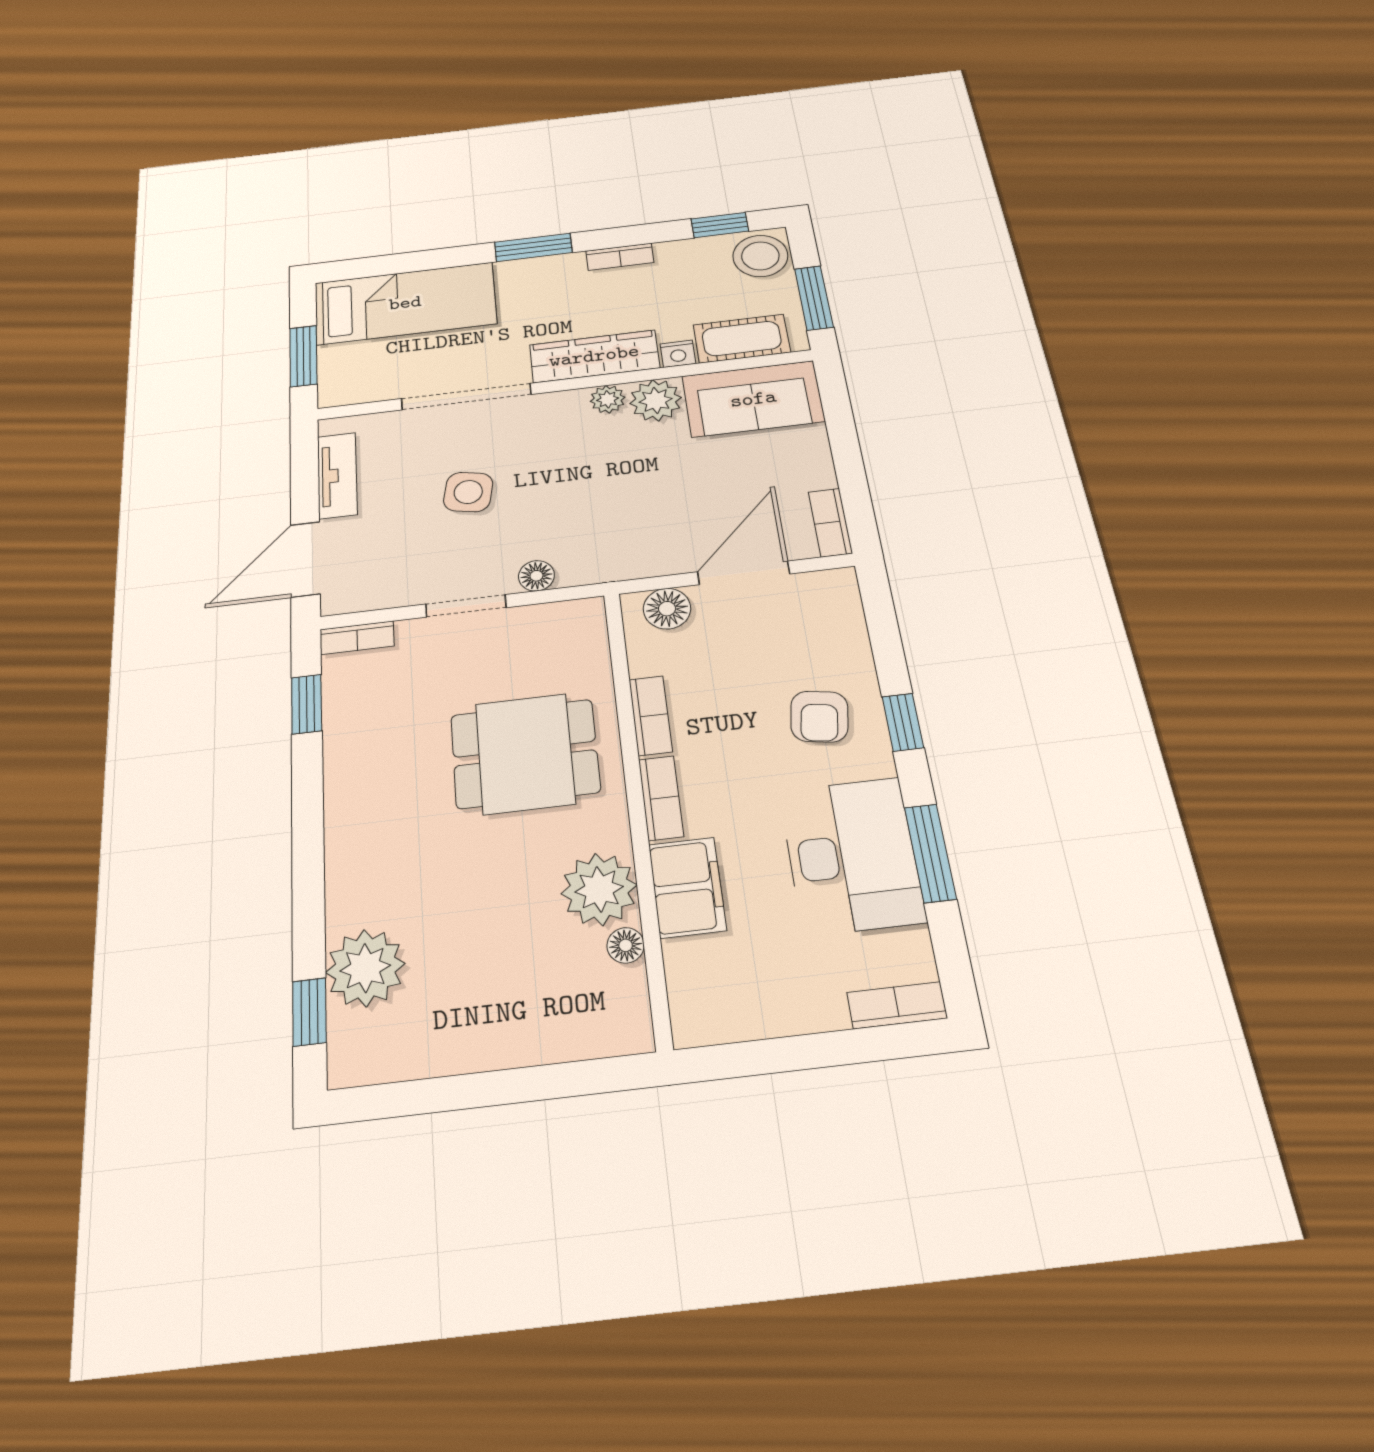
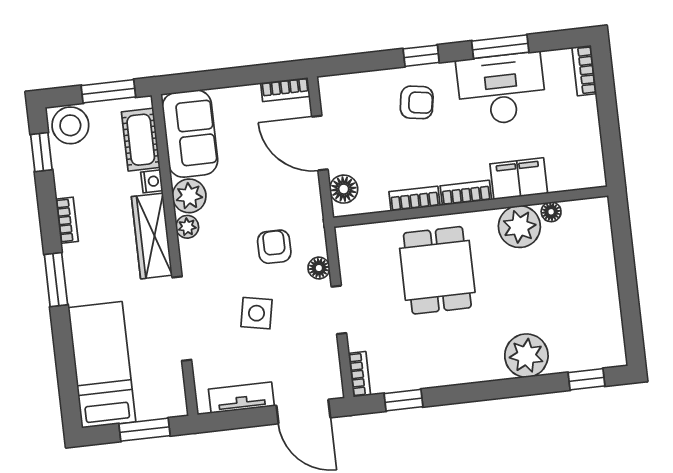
armchair: (573, 513) -> (274, 247), added
plant: (365, 968) -> (526, 356), moved

